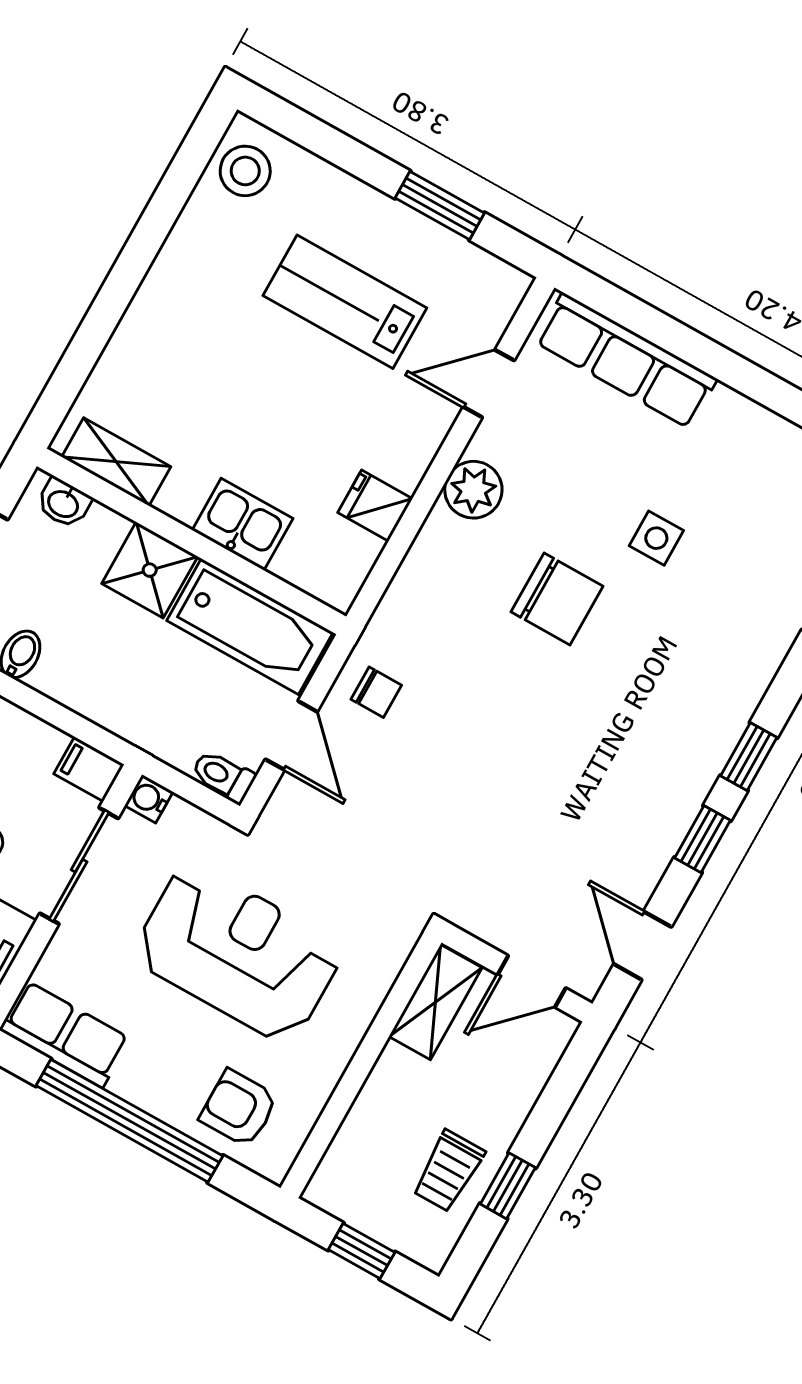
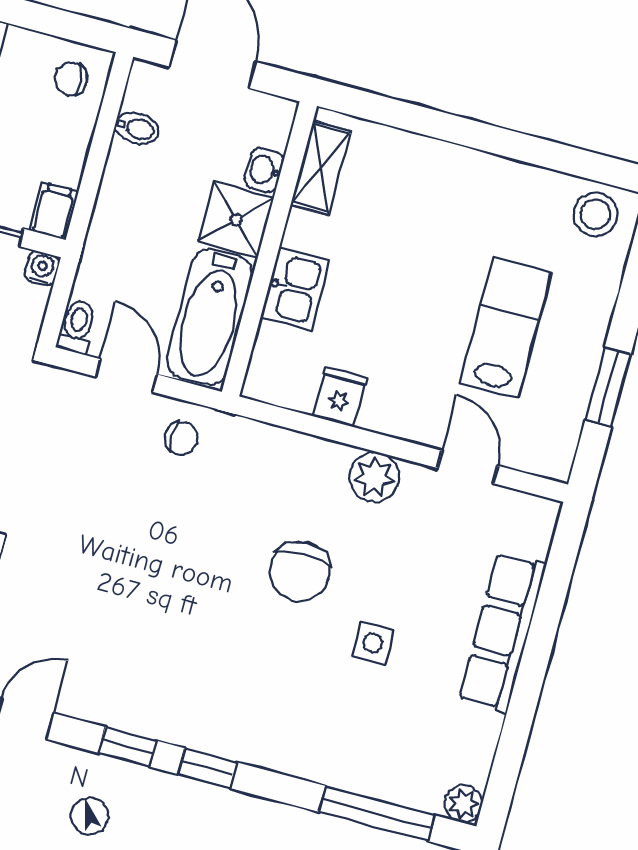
row of seats: (626, 361) -> (503, 632), moved
washbasin: (64, 503) -> (264, 170), moved
chair: (376, 692) -> (181, 438), turned -90
door: (291, 735) -> (126, 376), swing flipped

